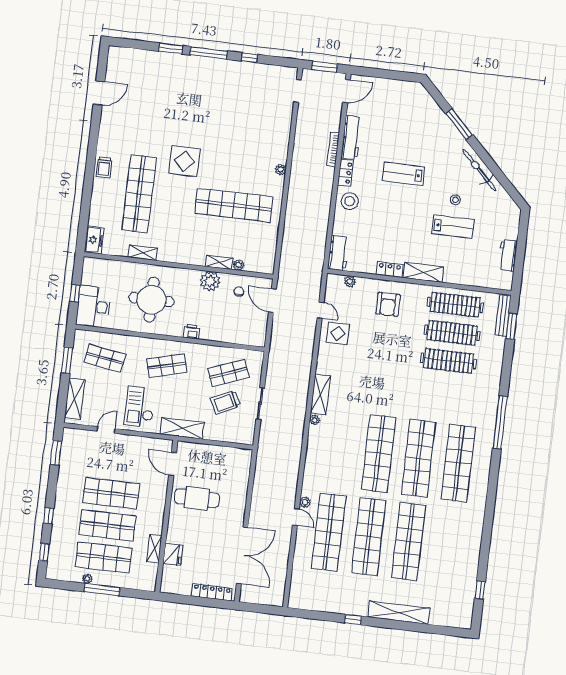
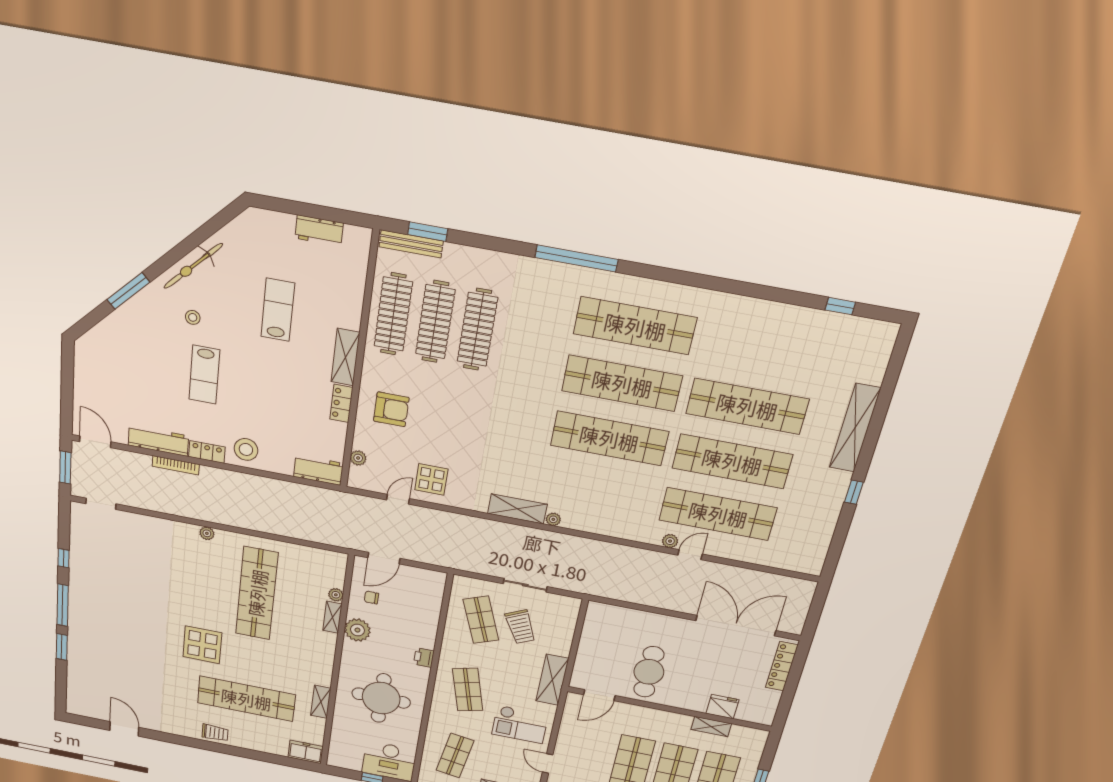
stool: (455, 200) -> (193, 317), moved

